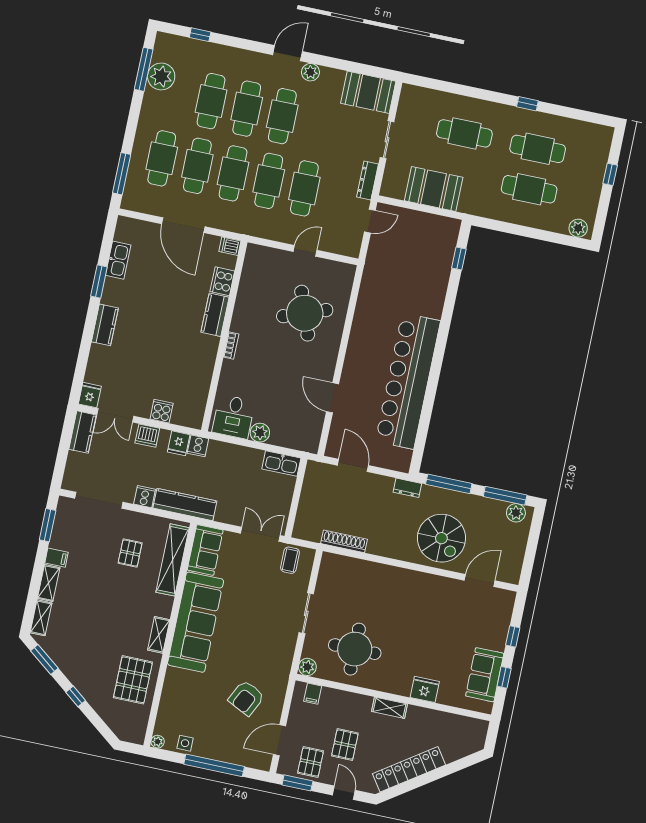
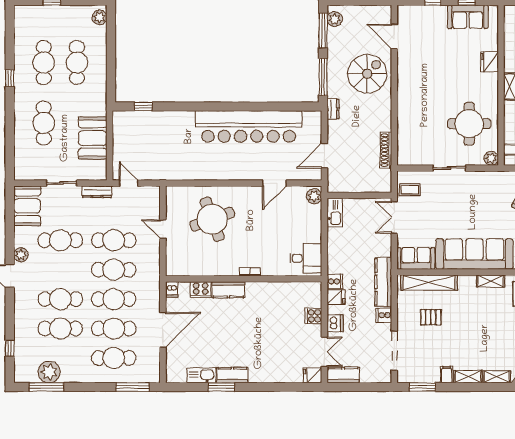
cafe table: (282, 116) -> (60, 240), moved
kitchen counter: (105, 325) -> (232, 375), moved
plant: (260, 433) -> (314, 196), moved

